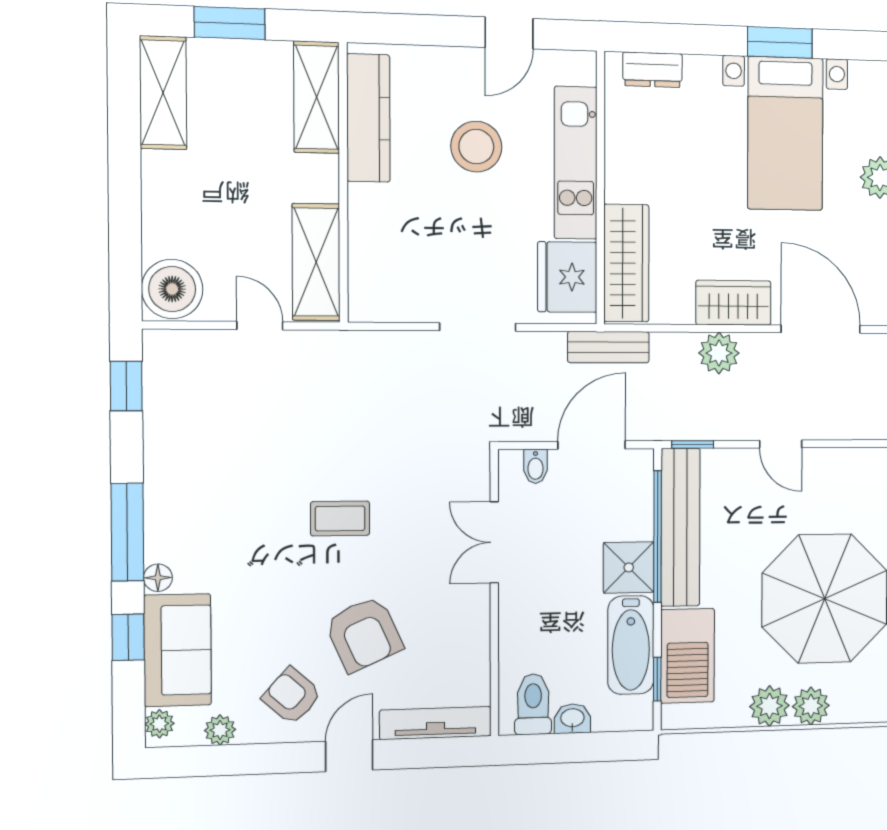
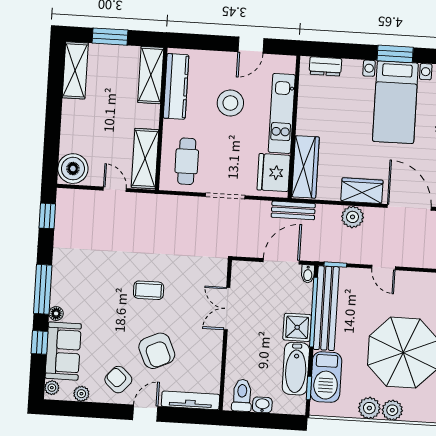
cafe table: (399, 263) -> (187, 161), added
bidet: (536, 466) -> (308, 274), moved

